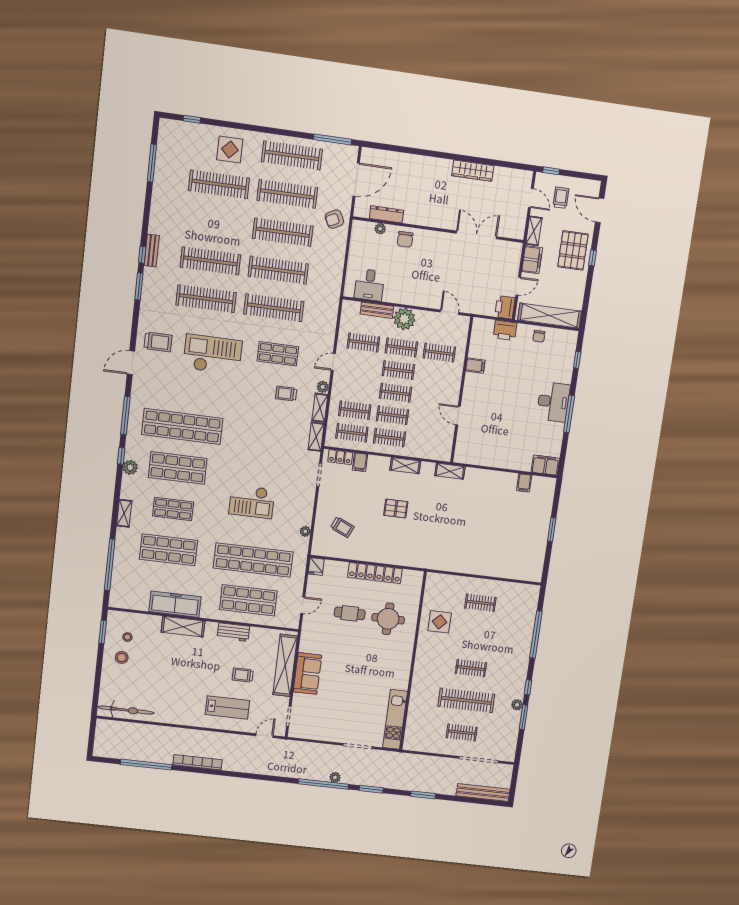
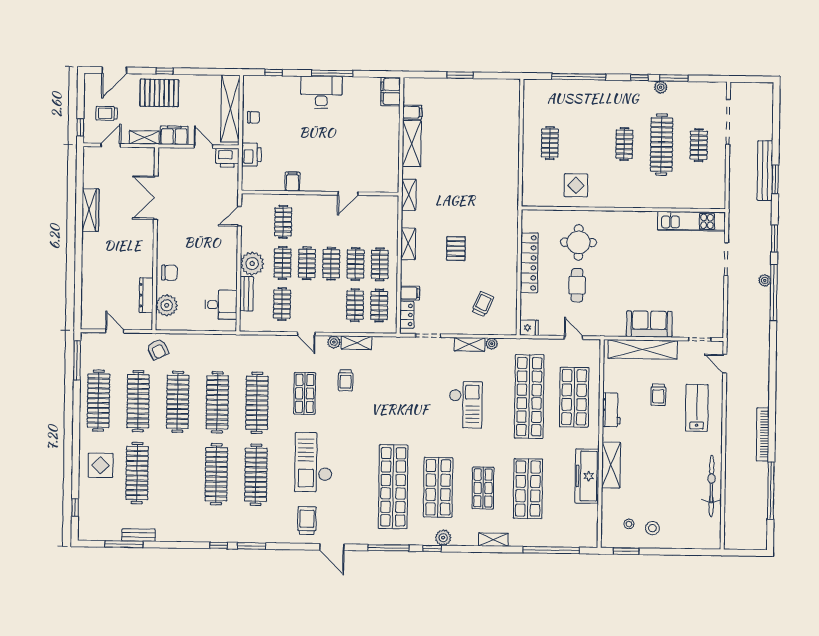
door: (356, 180) -> (115, 331), width x0.53
plant: (380, 229) -> (167, 305), width x1.87, depth x1.87
bench: (152, 251) -> (139, 535), moved
shelving: (316, 437) -> (470, 344), moved
shelving: (496, 479) -> (412, 144), added
bicycle: (126, 710) -> (711, 486), moved
bench: (483, 792) -> (765, 171), moved

